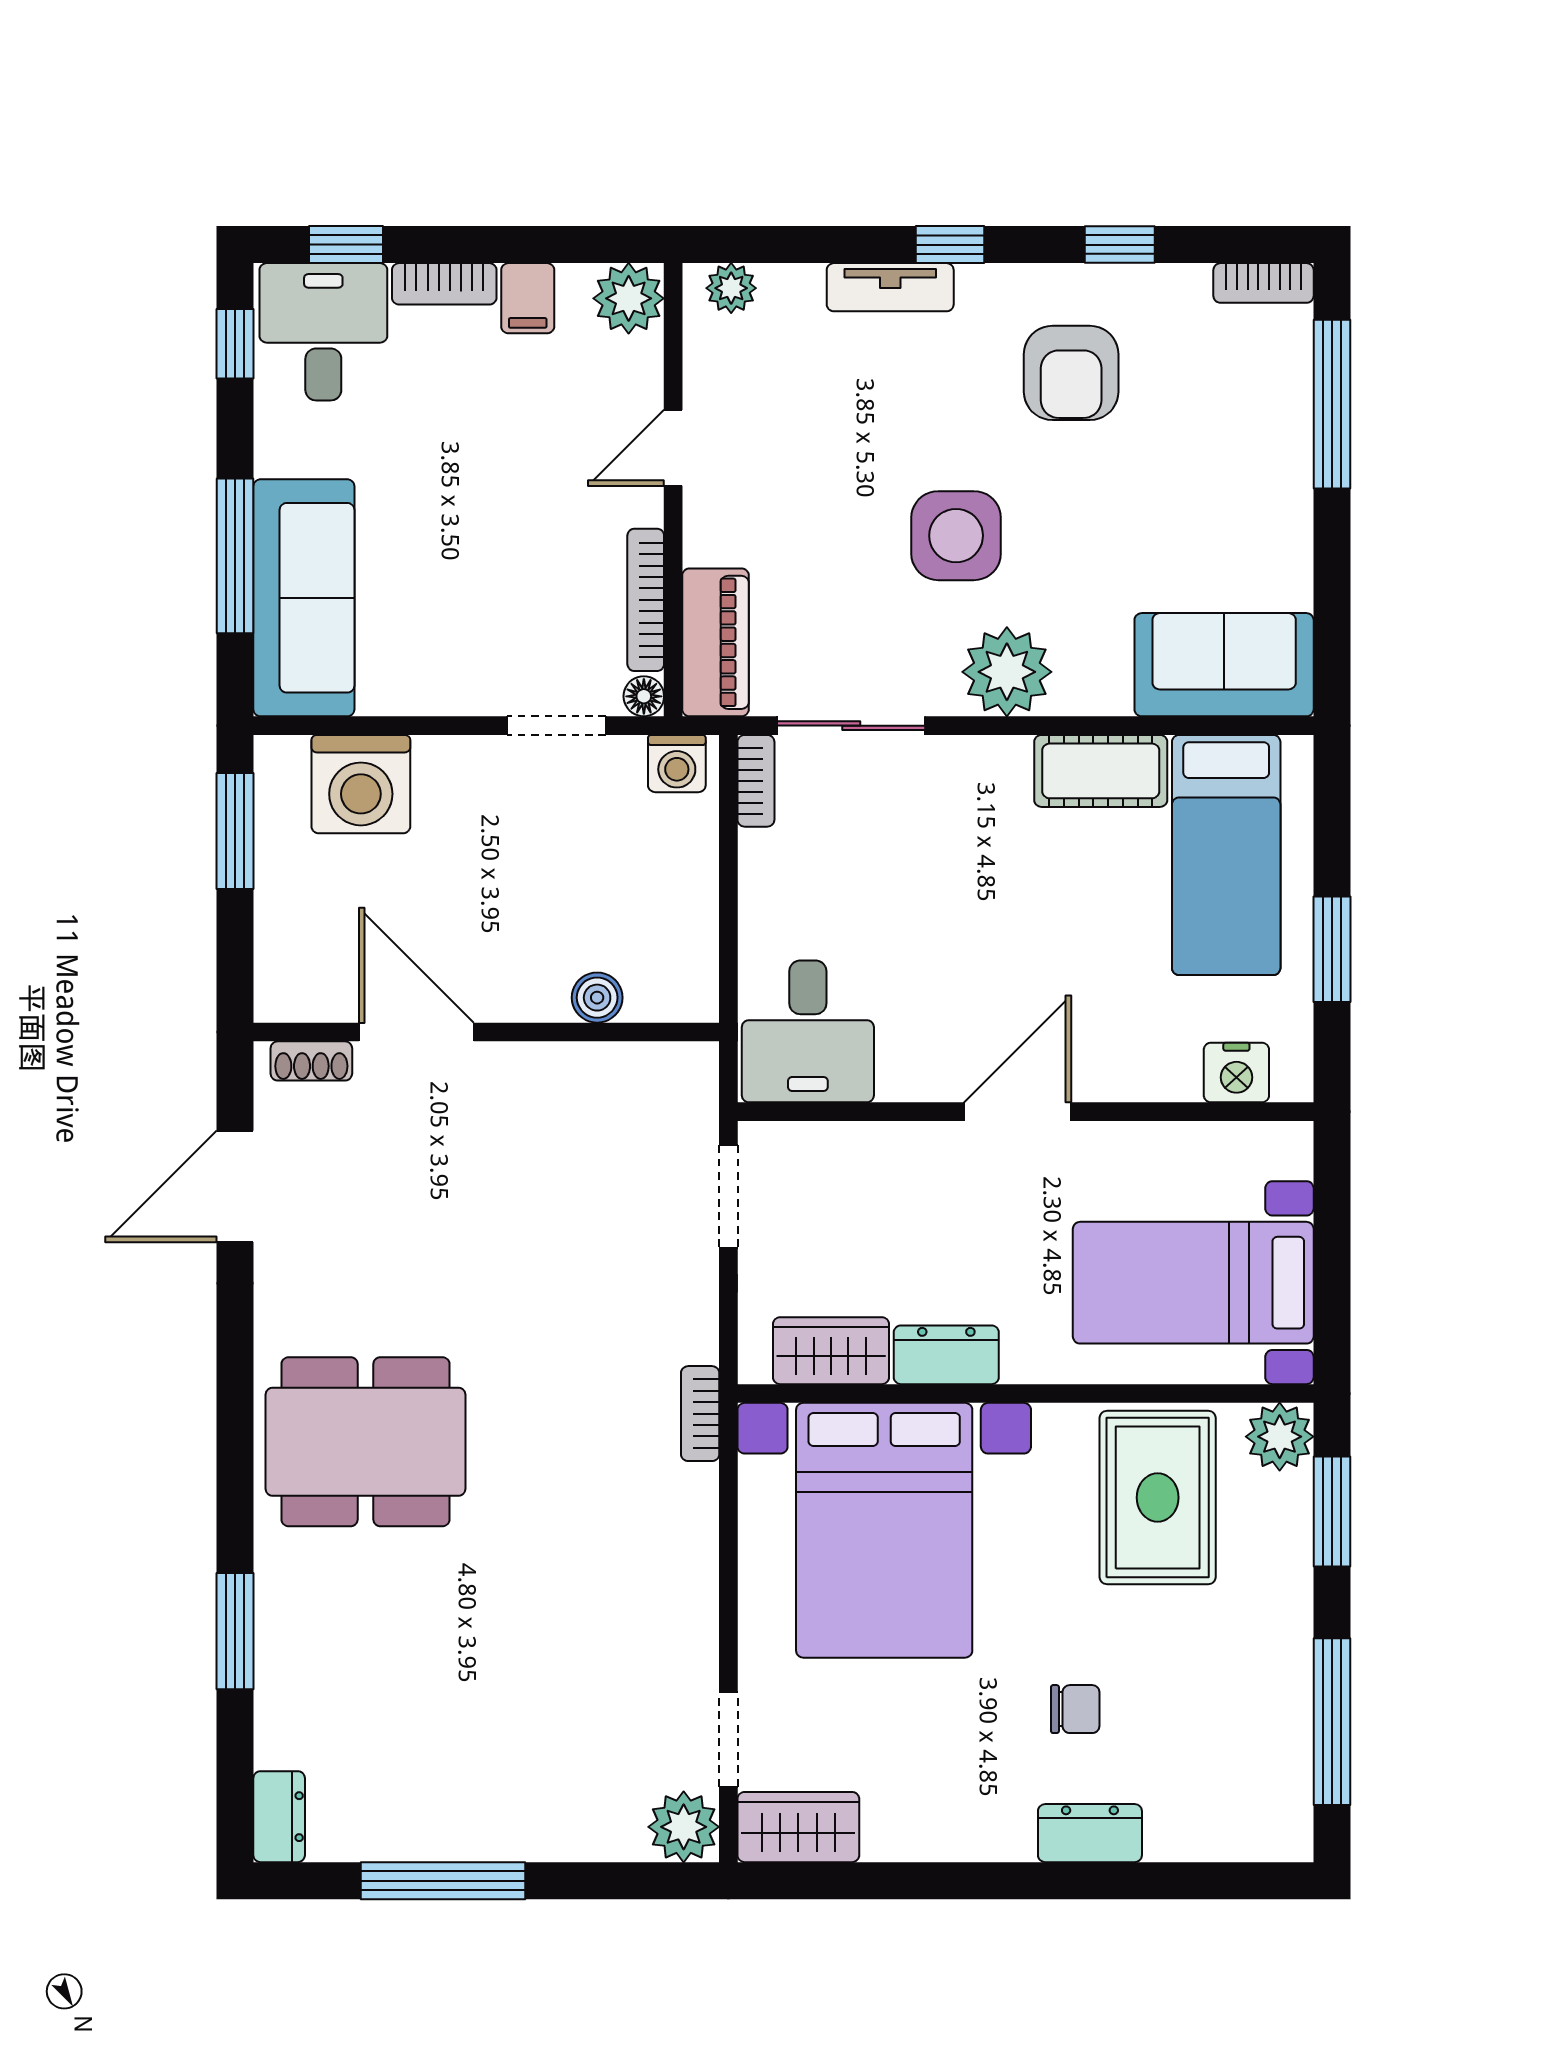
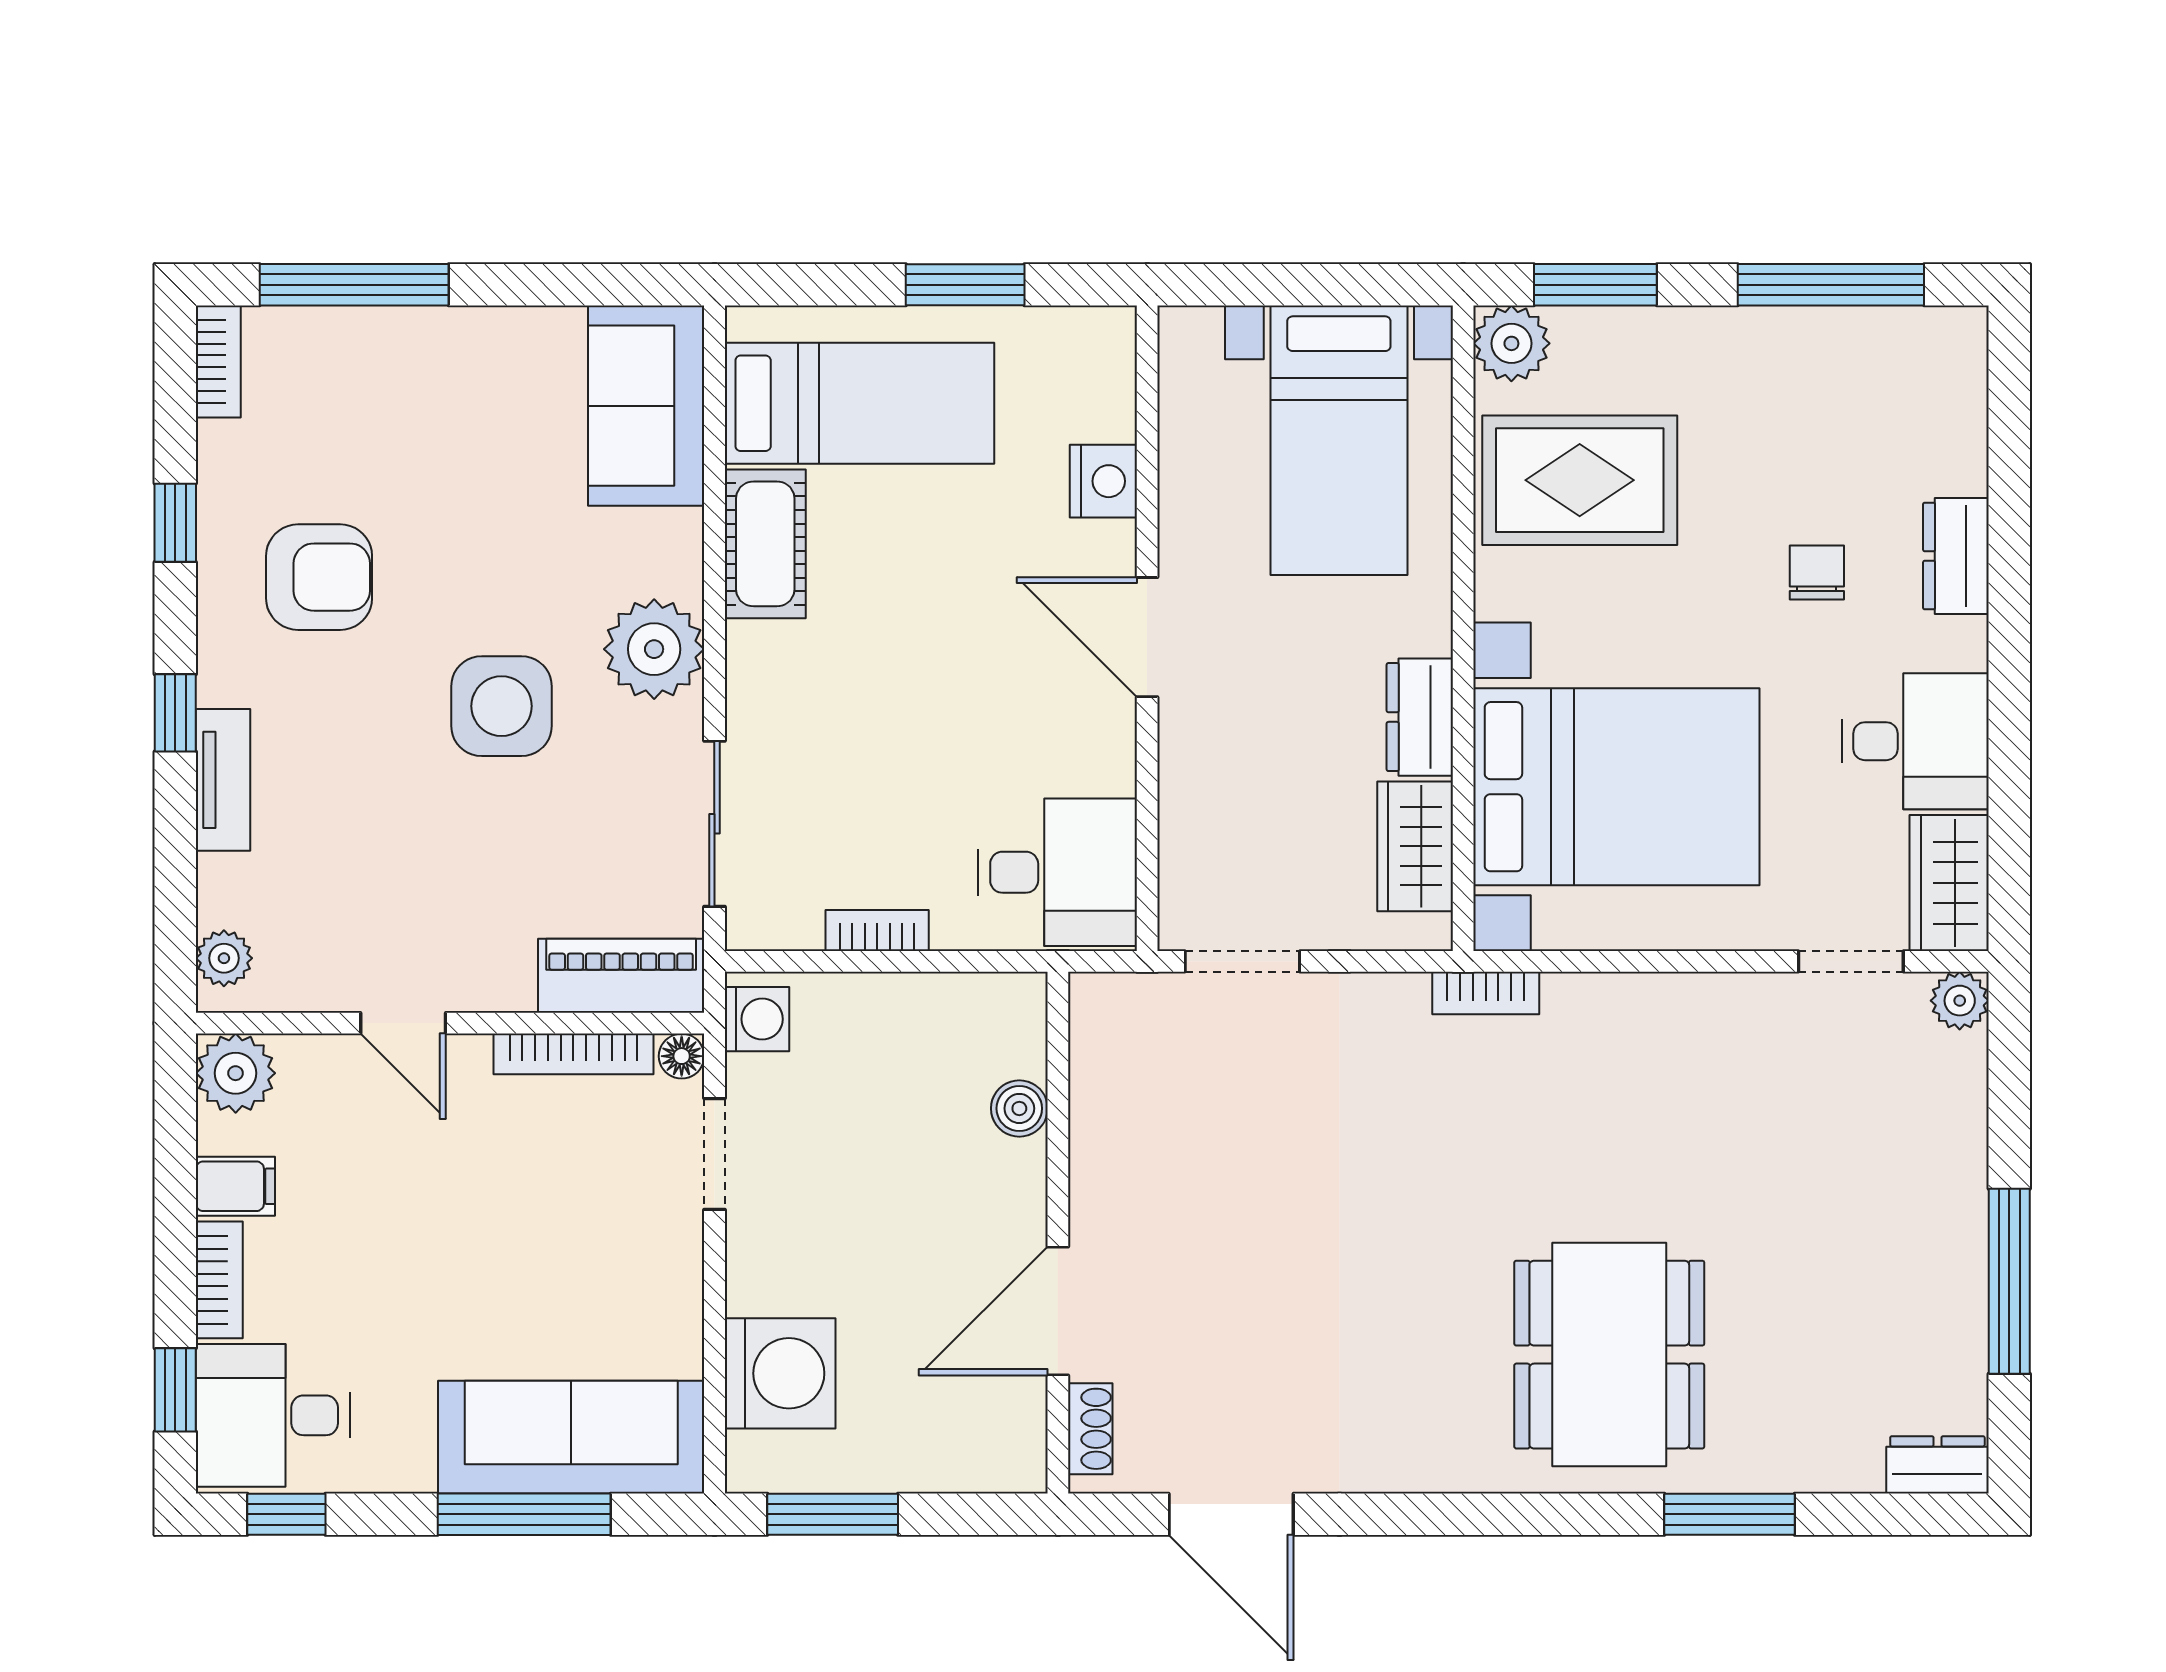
bookcase: (756, 781) -> (877, 930), moved
nightstand: (1236, 1073) -> (1103, 481), moved
dining table: (365, 1442) -> (1609, 1355), moved
desk: (925, 1797) -> (1915, 741), added
plant: (684, 1827) -> (1960, 1001), width x0.73, depth x0.73

